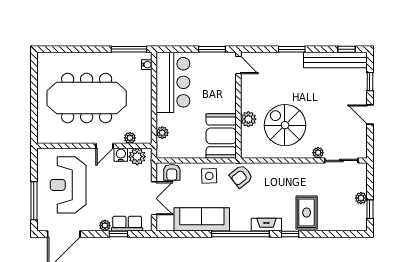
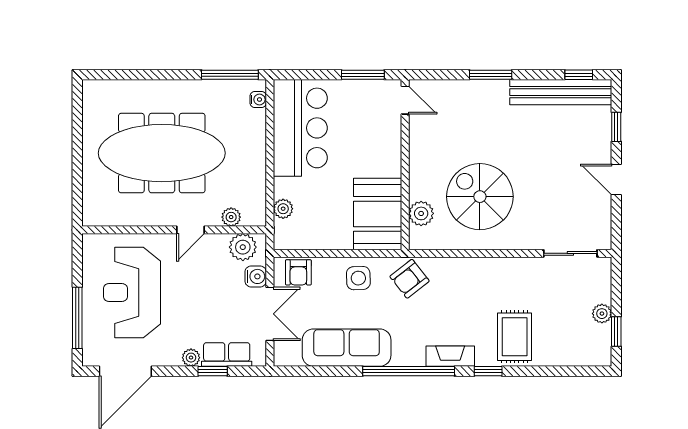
plant: (248, 119) -> (421, 213), moved
plant: (318, 153) -> (533, 241), removed
water cooler: (121, 155) -> (256, 276), moved, turned 90

